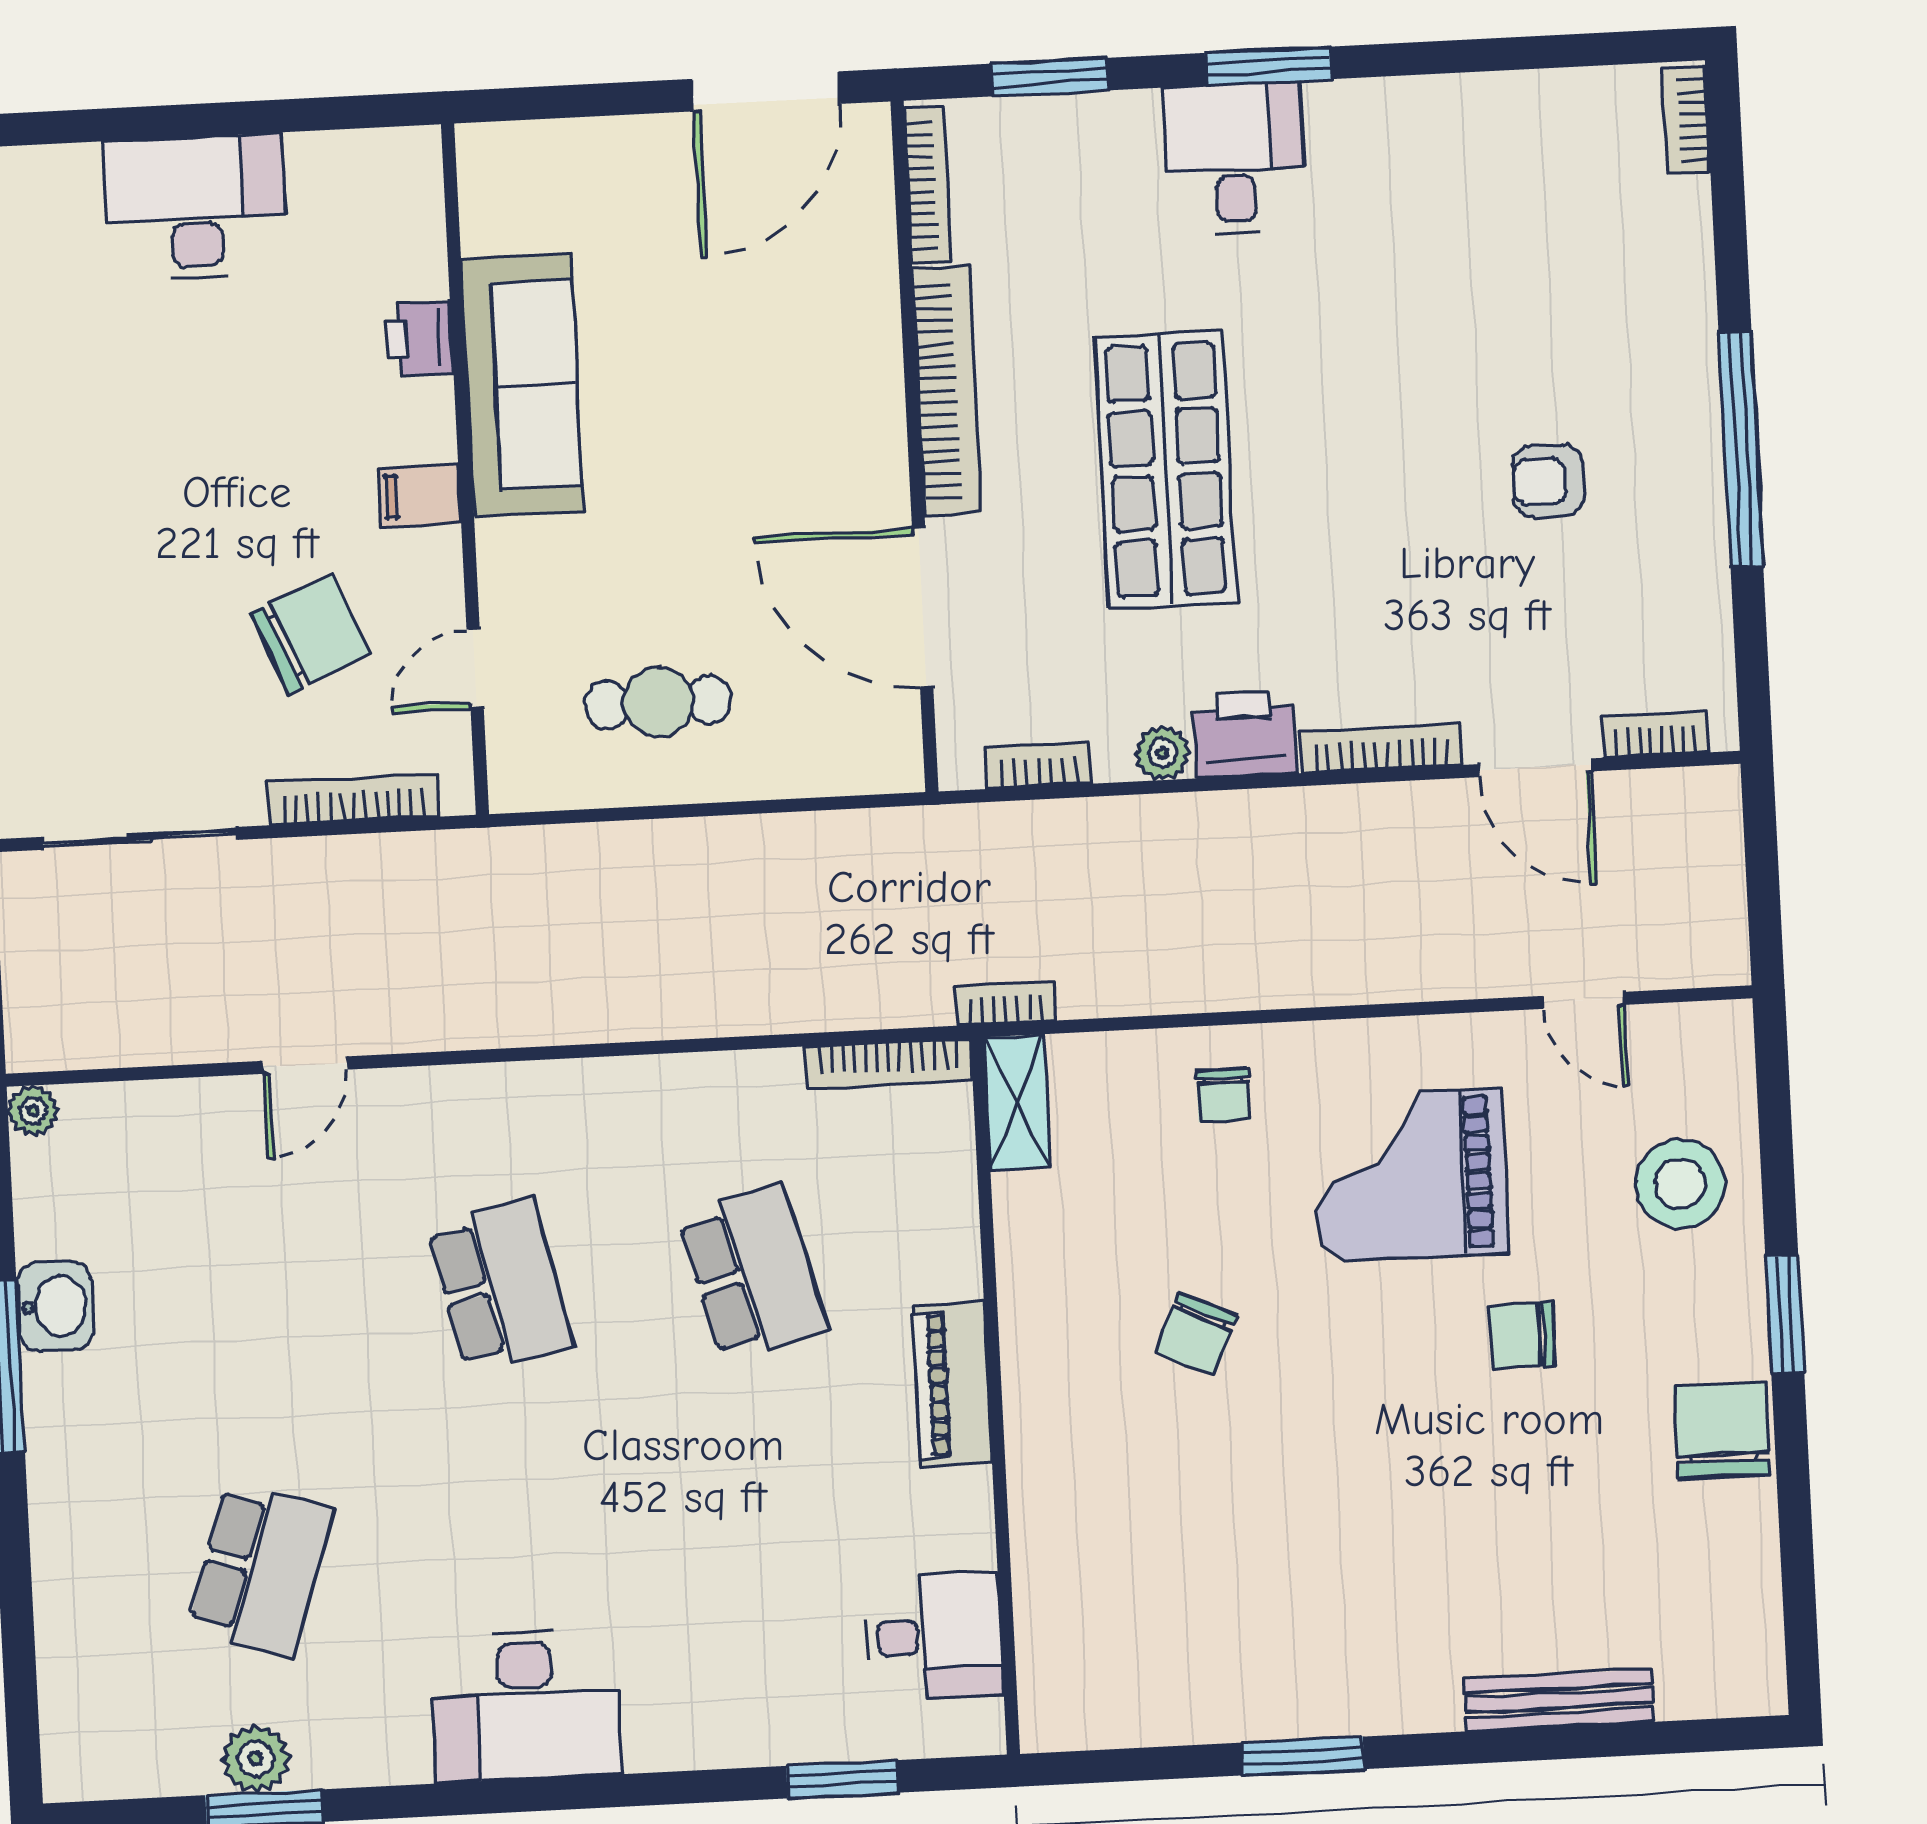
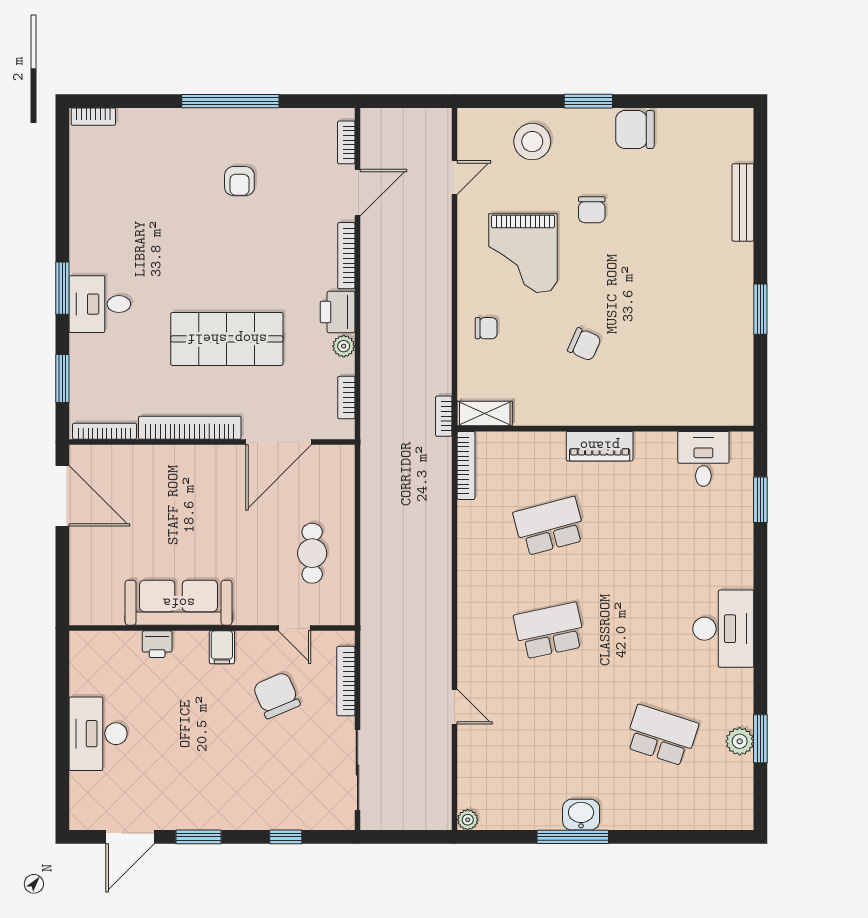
washbasin: (55, 1306) -> (581, 815), moved

